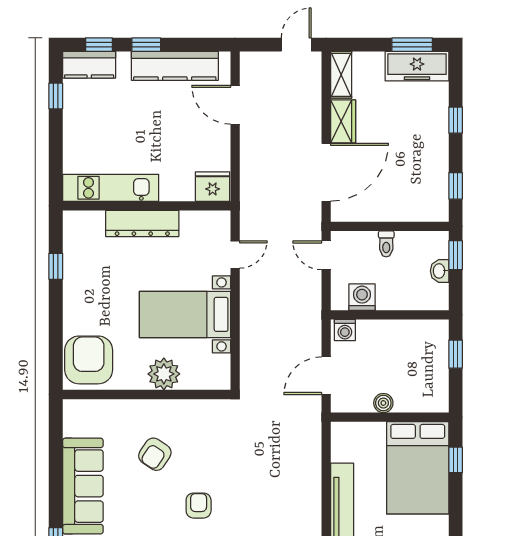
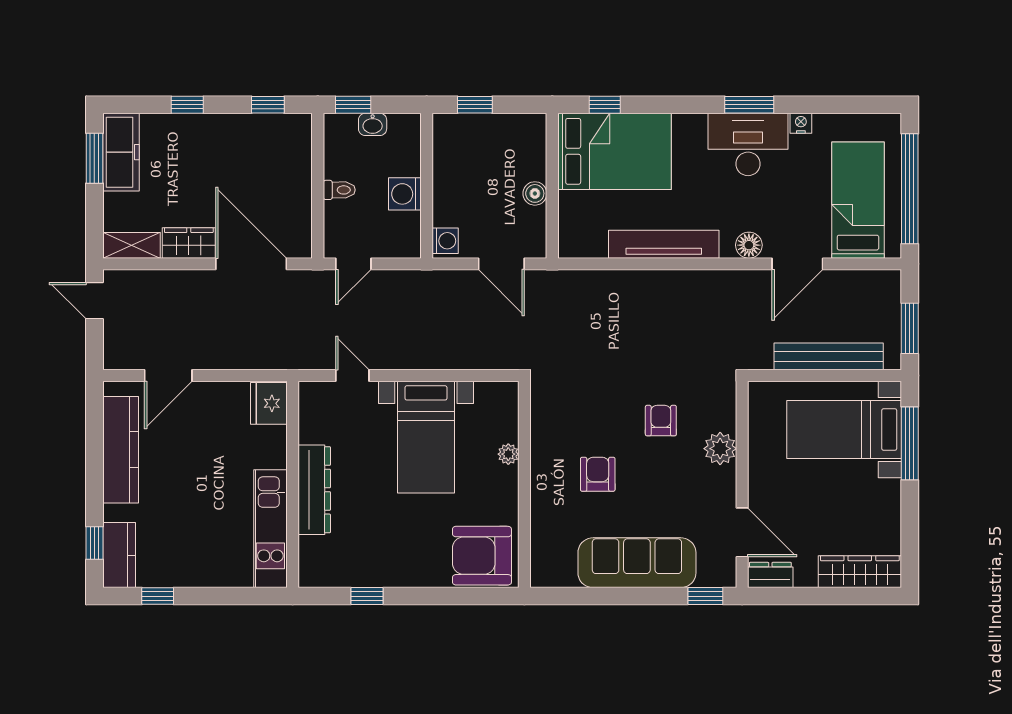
window: (146, 45) -> (94, 485), removed
washing machine: (362, 297) -> (405, 194), moved
plant: (164, 374) -> (508, 454), width x0.53, depth x0.53
armchair: (155, 454) -> (598, 474), turned -124
armchair: (199, 506) -> (661, 421), turned 90

